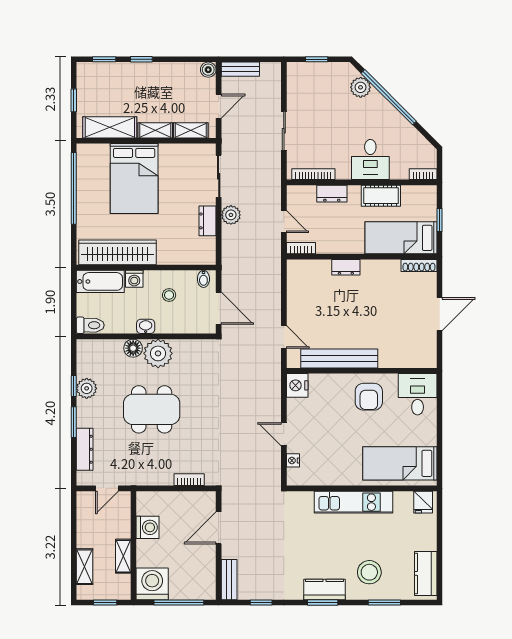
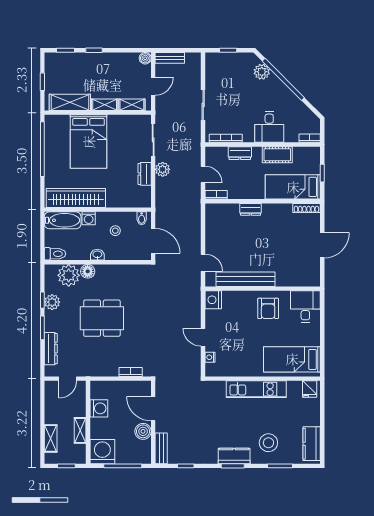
plant: (158, 353) -> (69, 275), moved
door: (219, 528) -> (153, 409), hinge flipped
boiler: (205, 557) -> (143, 431), added

